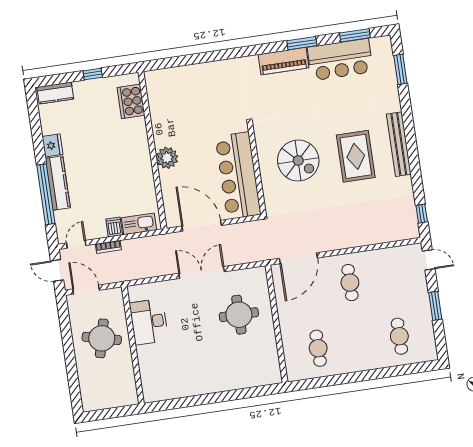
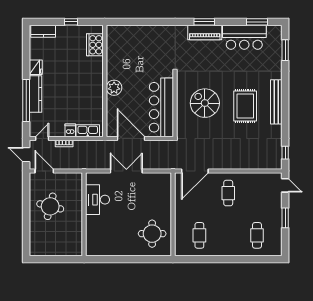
window: (302, 43) -> (204, 22), moved
spiral stairs: (298, 161) -> (205, 103), turned 180
round table: (239, 315) -> (152, 234), moved
desk: (149, 322) -> (98, 200), moved
wall: (133, 345) -> (84, 214), moved

